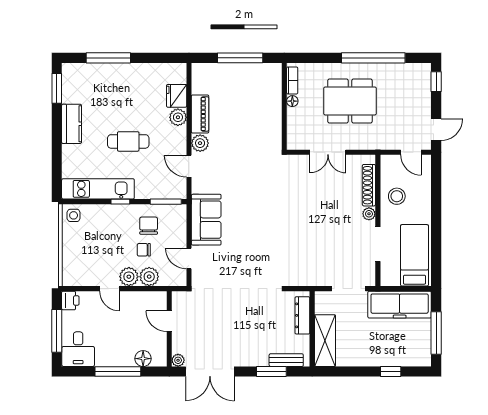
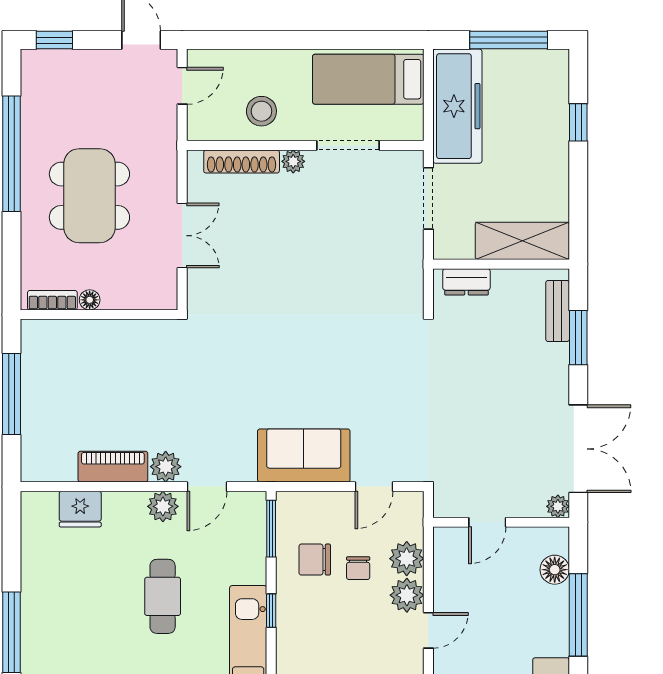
plant: (178, 117) -> (163, 506), moved
dresser: (302, 315) -> (466, 282), width x0.70

